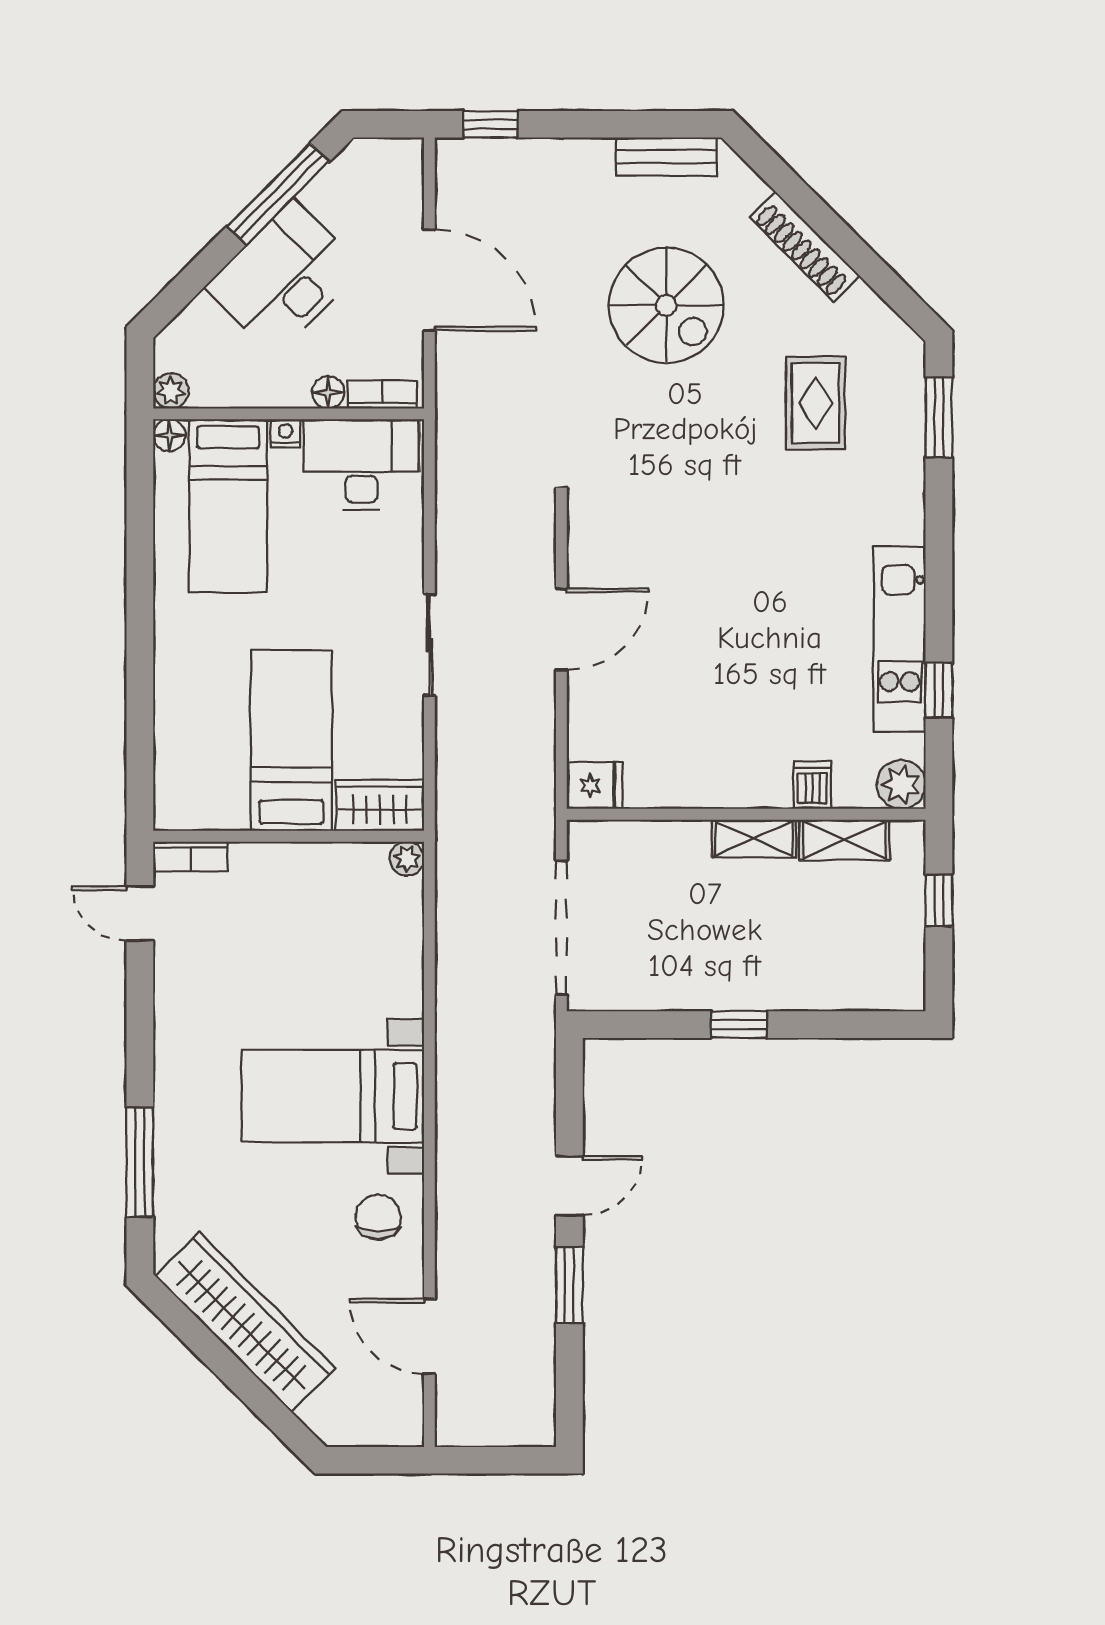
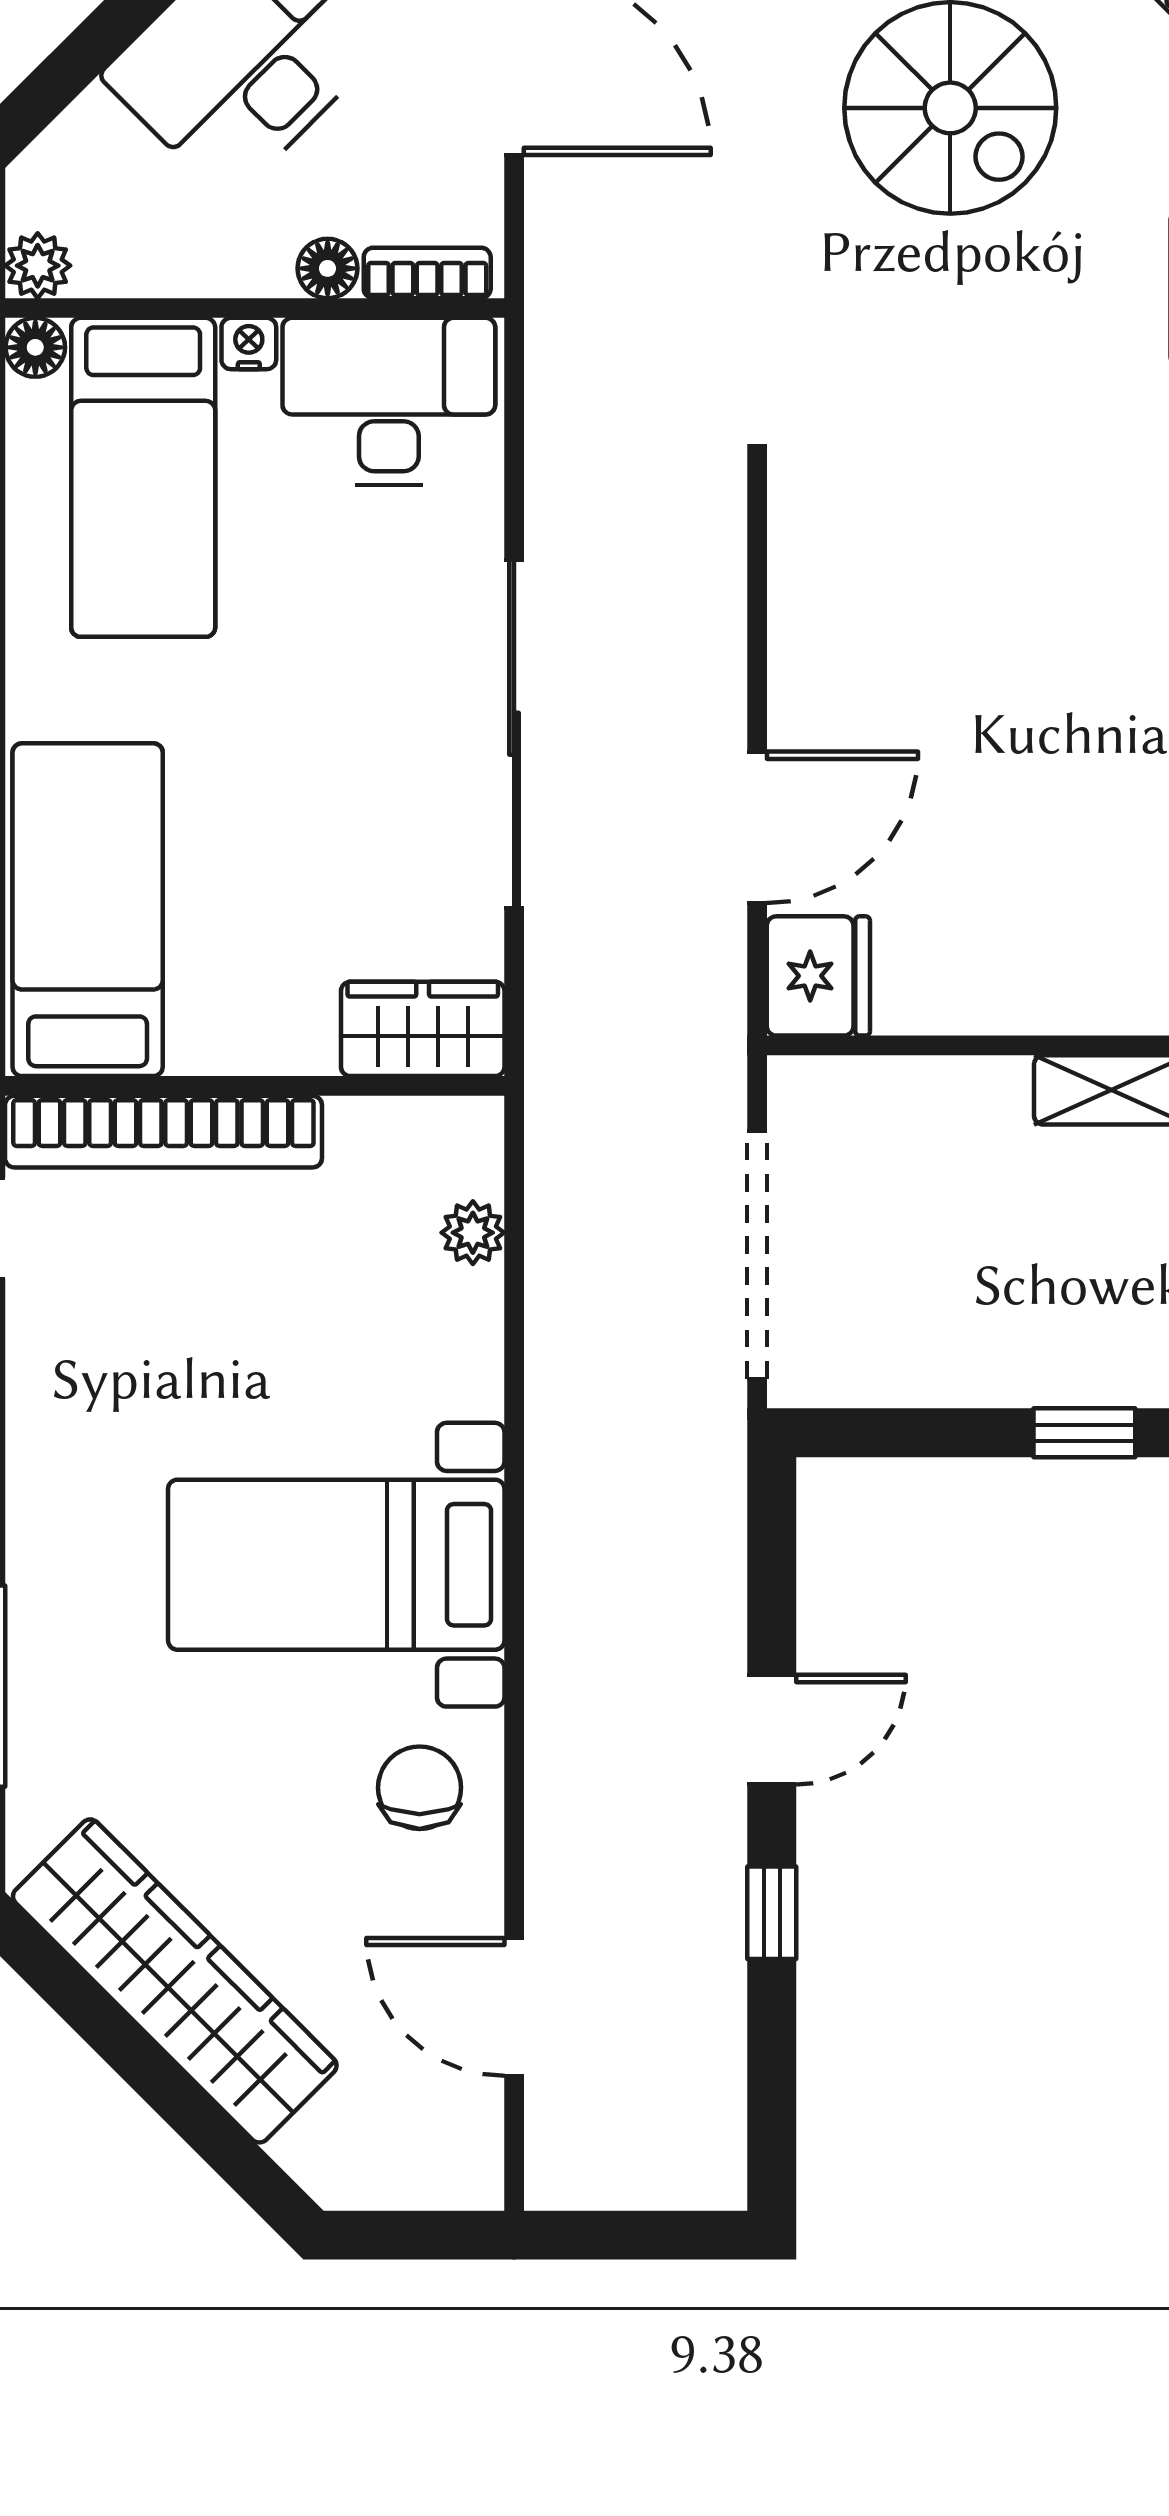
door: (561, 629) -> (757, 827), moved
sliding door: (429, 645) -> (514, 734), width x1.86
bed: (291, 741) -> (88, 910), moved
fridge: (595, 786) -> (818, 976), width x1.38
bookcase: (190, 856) -> (163, 1132), width x2.31, depth x1.31
plant: (407, 859) -> (473, 1233), moved
window: (569, 1285) -> (772, 1913), width x0.67

